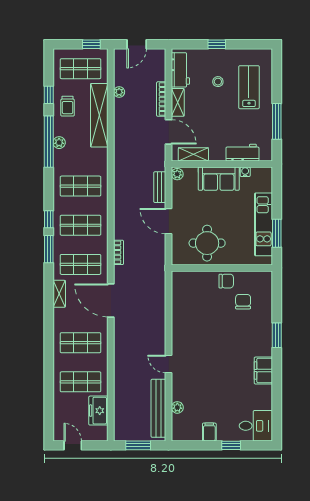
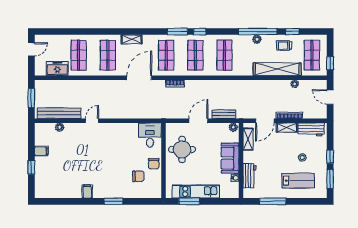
window: (246, 44) -> (330, 179), added
shelving: (59, 294) -> (132, 39), moved
filing cabinet: (263, 371) -> (87, 191), width x0.50
desk: (256, 426) -> (150, 135), moved, turned 180

